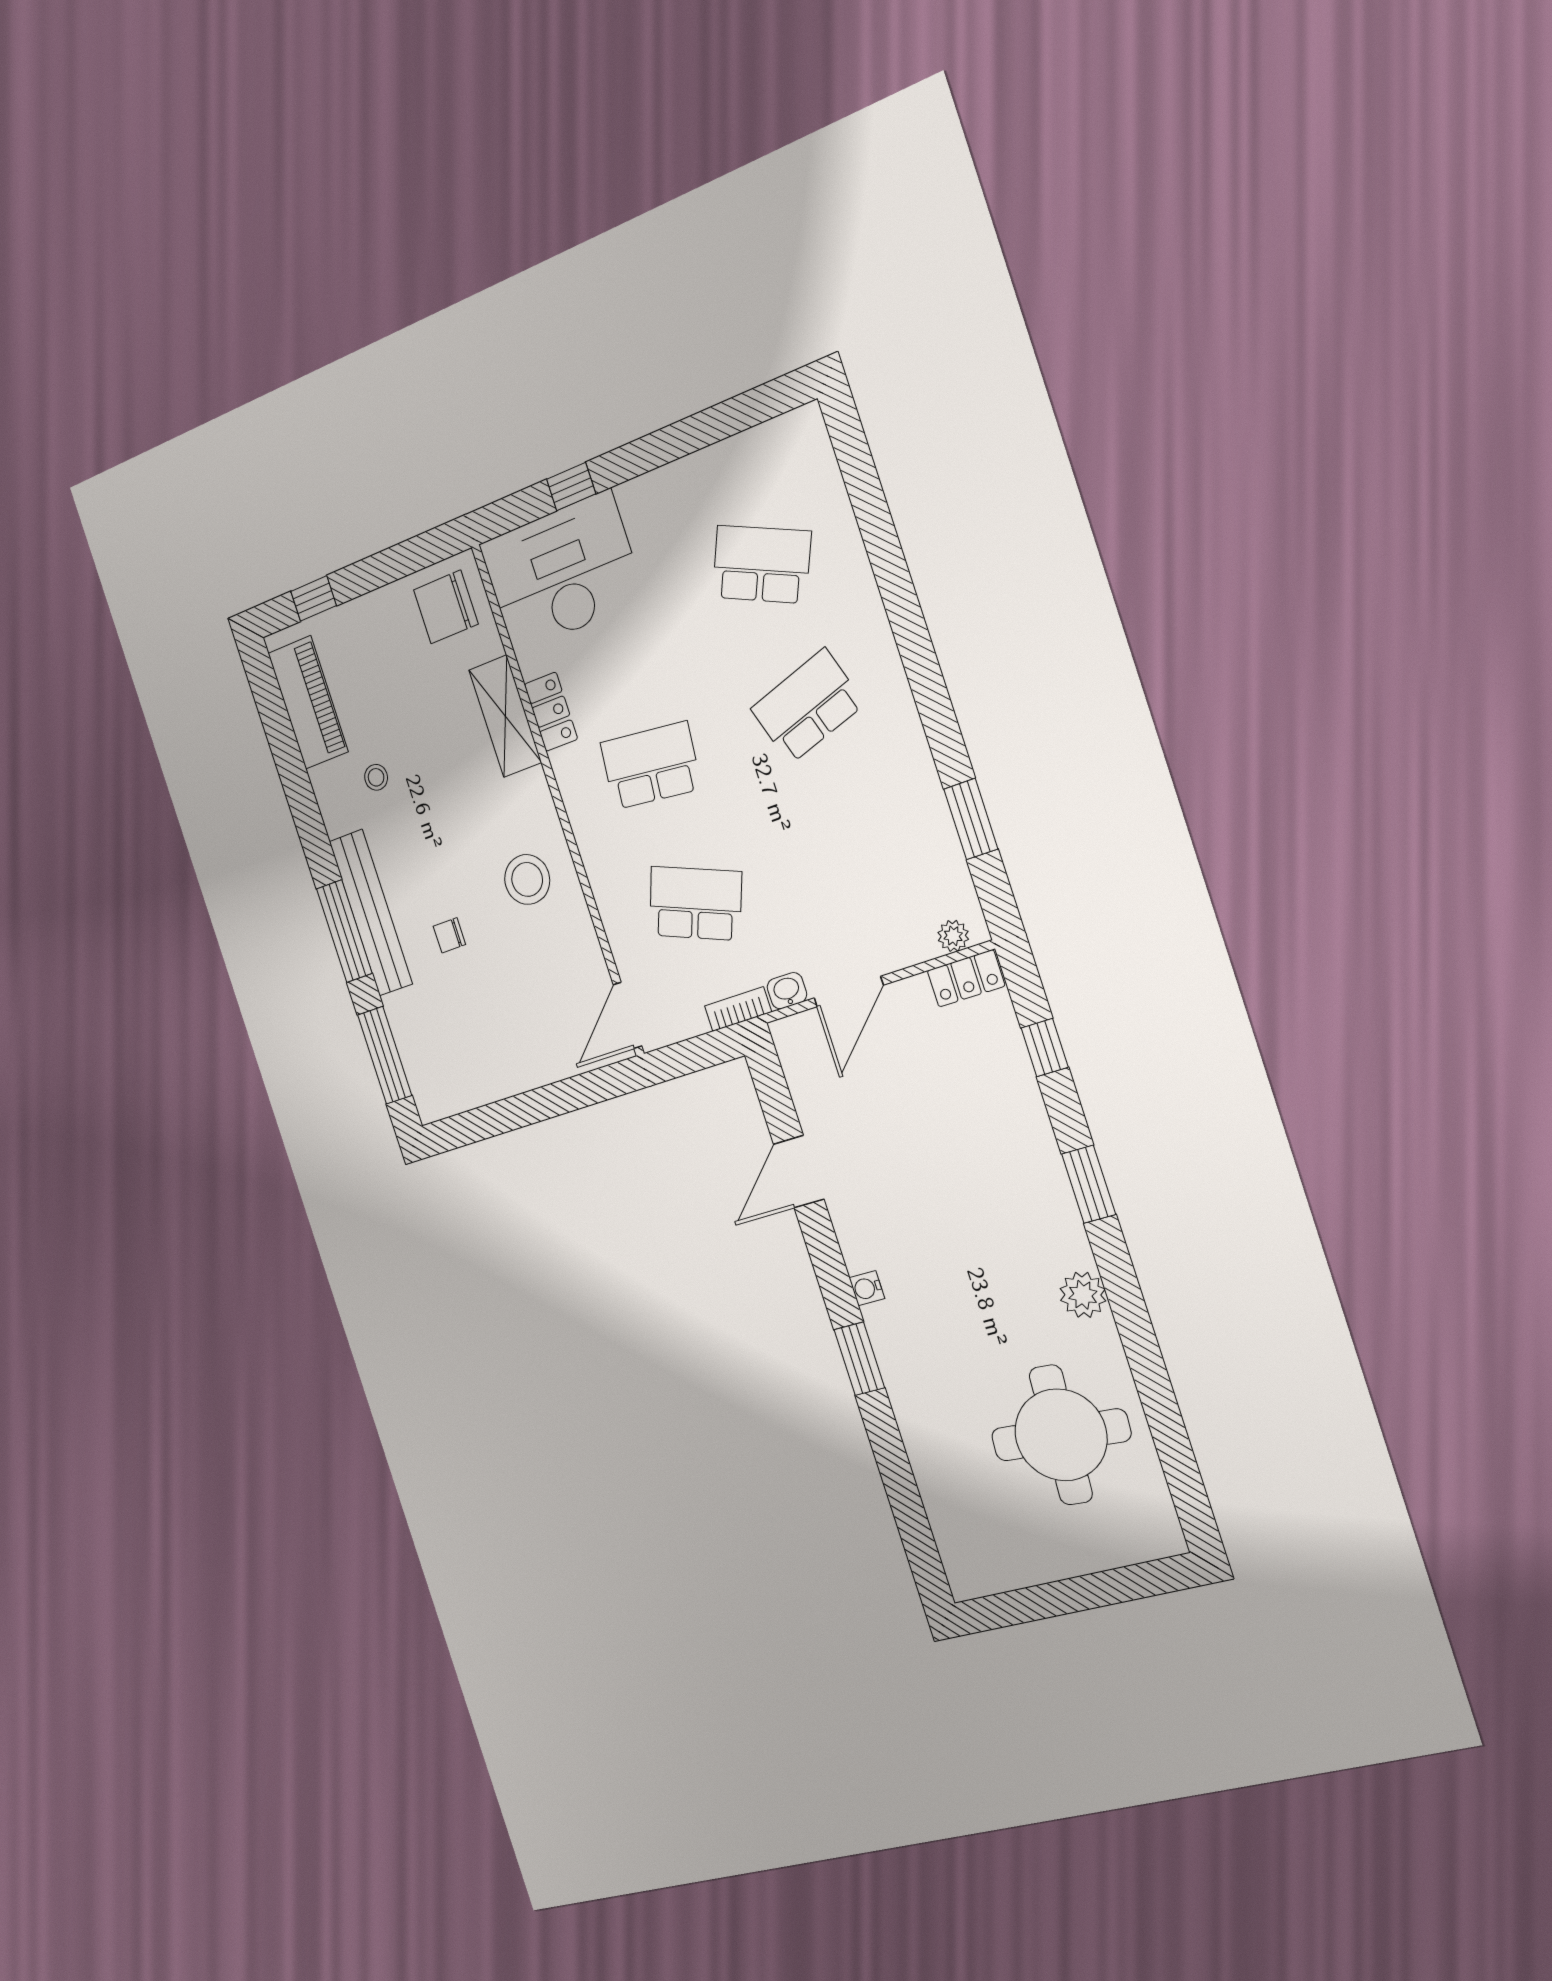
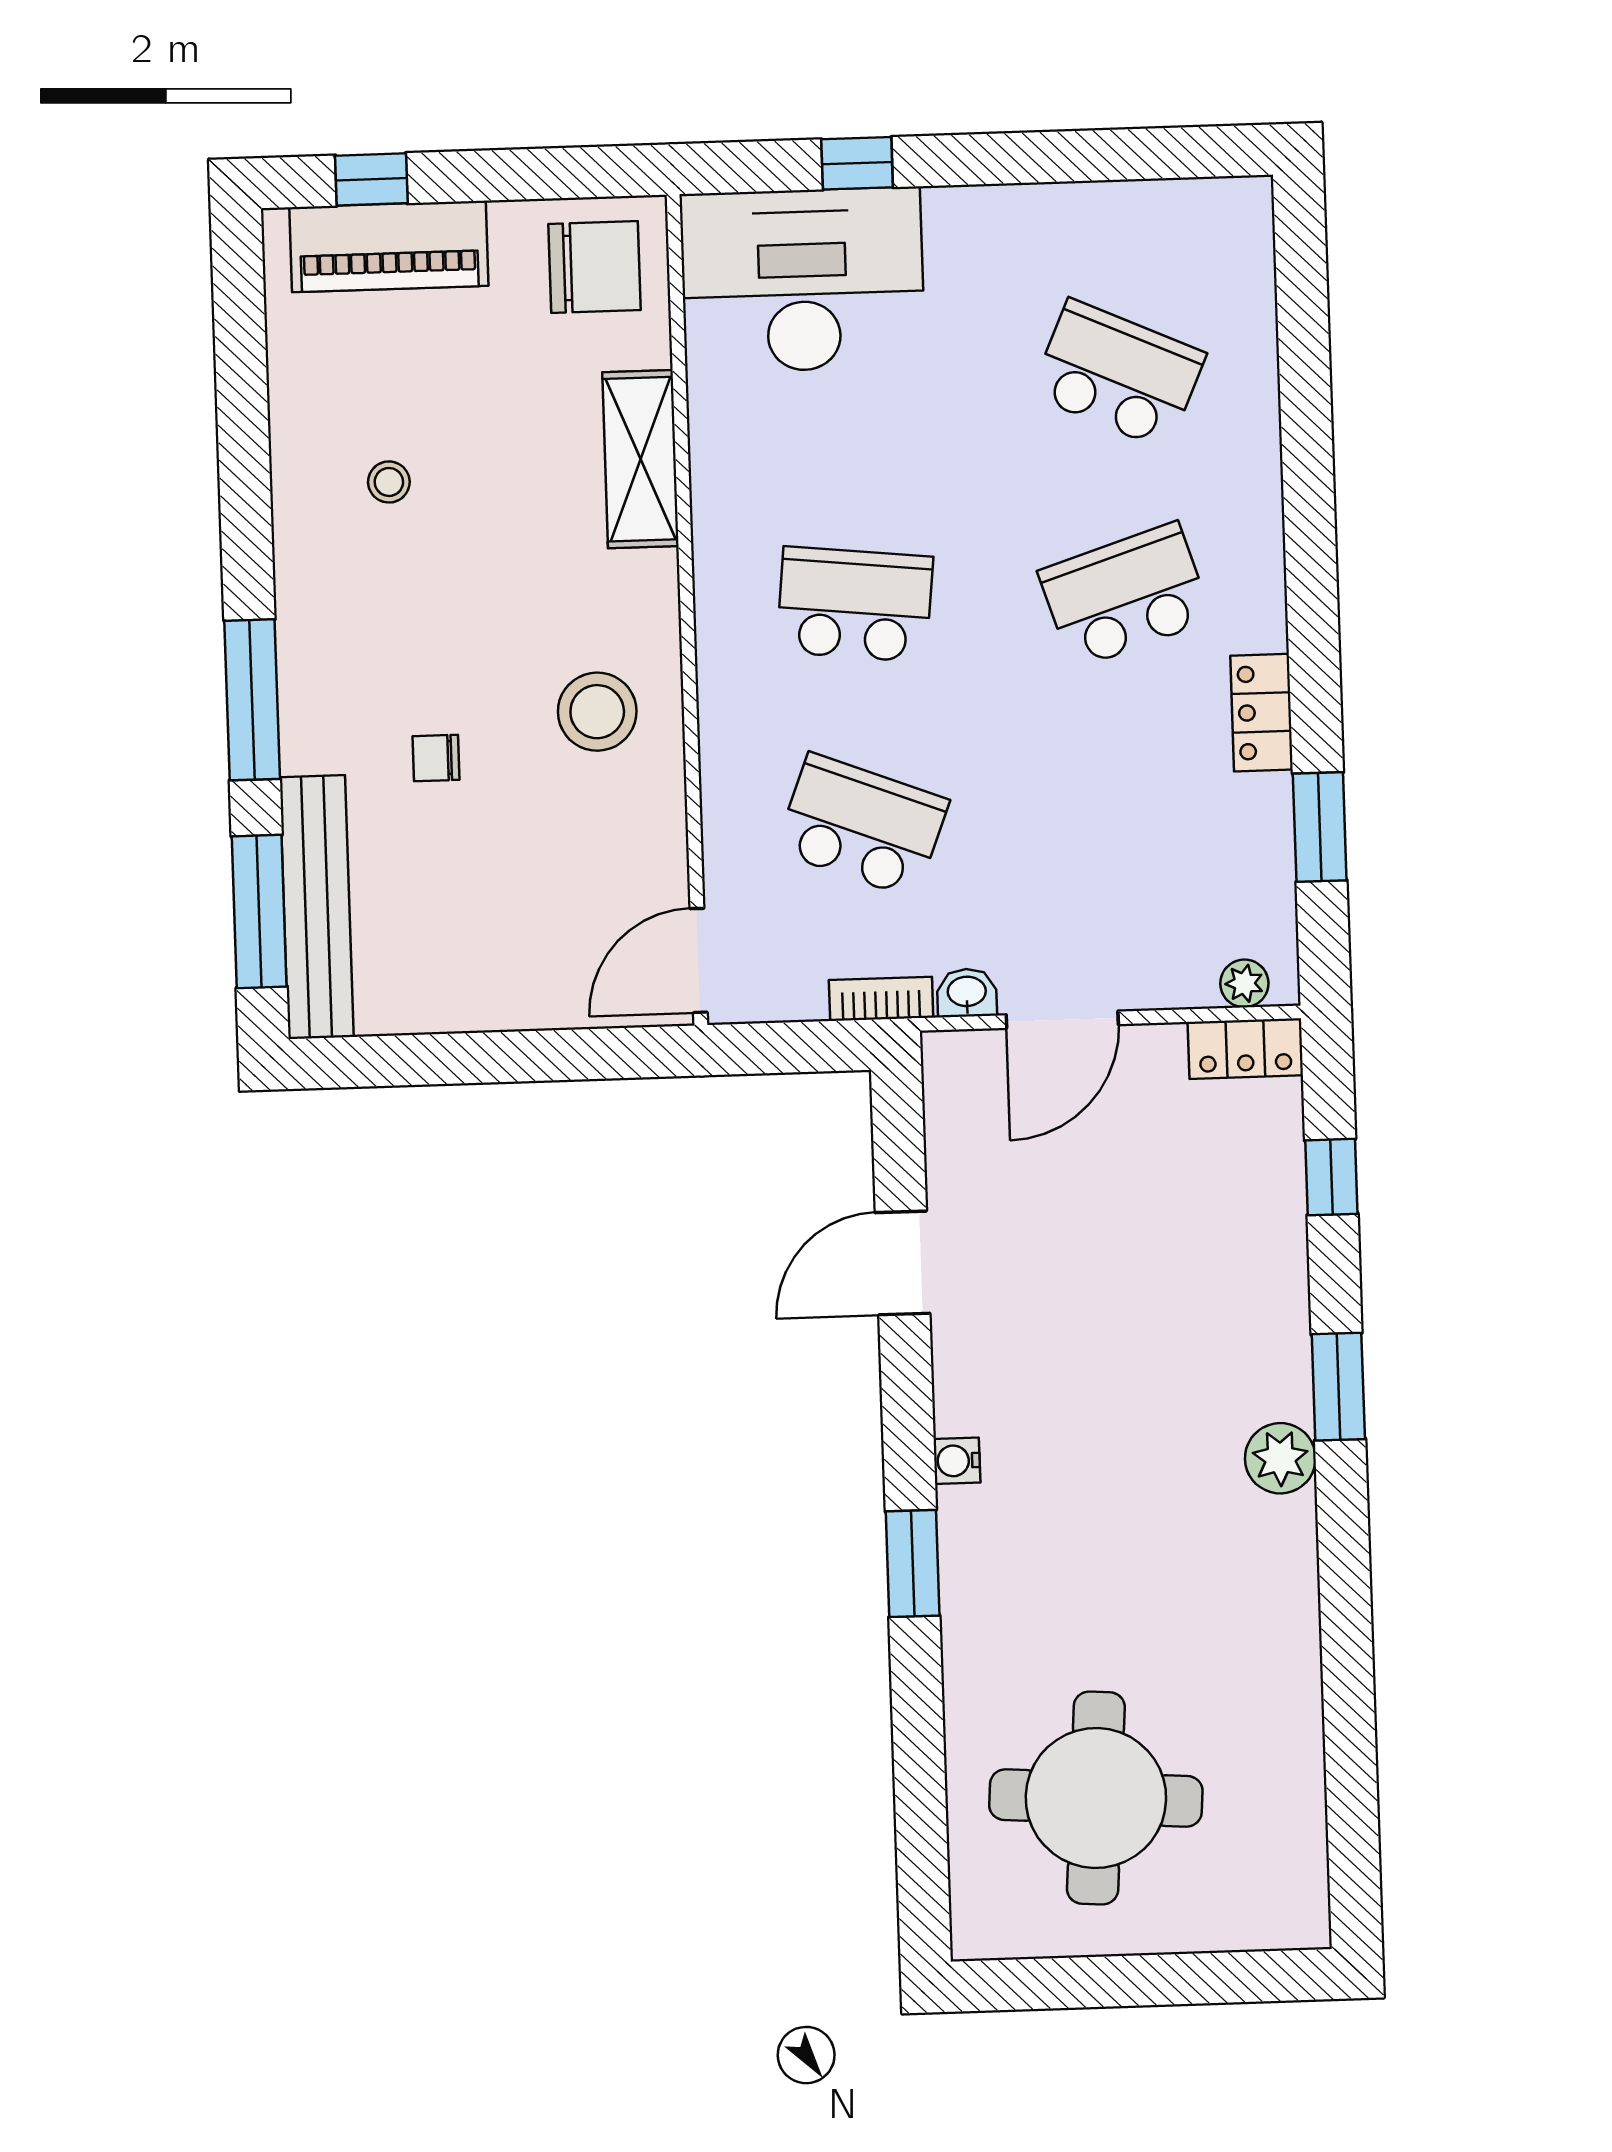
chair: (446, 607) -> (594, 267), turned 180
piano: (308, 702) -> (389, 247), moved, turned 90
locker: (551, 712) -> (1262, 713), moved, turned 180
bench: (371, 913) -> (317, 907), moved
plant: (1083, 1295) -> (1280, 1458), moved
round table: (1061, 1435) -> (1096, 1798), moved

